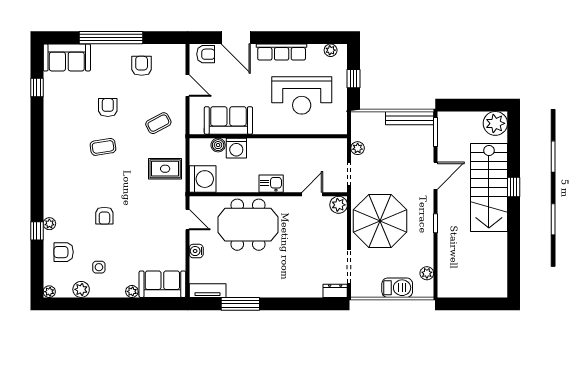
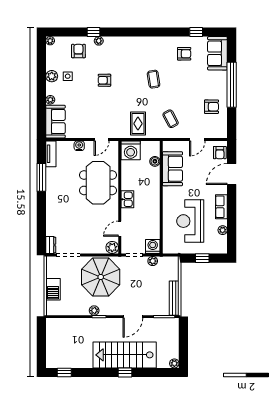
plant: (331, 50) -> (223, 230), moved
row of seats: (282, 52) -> (221, 207), width x0.68
armchair: (108, 108) -> (184, 54), moved
plant: (495, 123) -> (174, 363), width x0.53, depth x0.53
washing machine: (236, 148) -> (153, 246), moved, turned 90
door: (435, 176) -> (133, 317), hinge flipped
door: (312, 194) -> (120, 229), swing flipped
window: (514, 272) -> (64, 372), added
plant: (427, 273) -> (94, 311), moved
plant: (81, 289) -> (52, 76), moved

